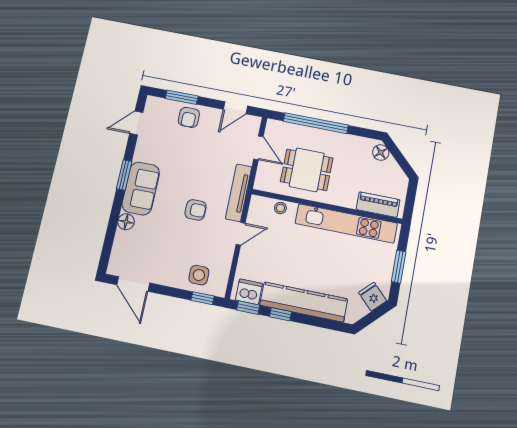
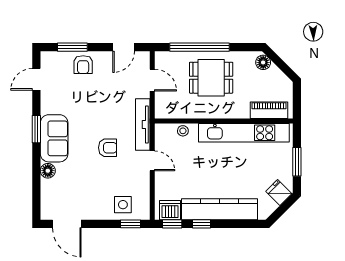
dining table: (307, 170) -> (211, 78), moved
door: (241, 234) -> (152, 161), hinge flipped

